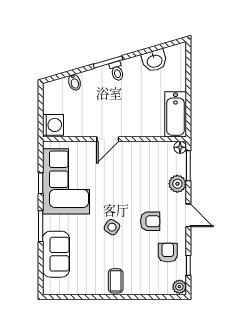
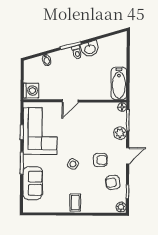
washbasin: (154, 61) -> (90, 49), moved
door: (188, 215) -> (128, 156), hinge flipped
armchair: (168, 253) -> (113, 182), turned -99

